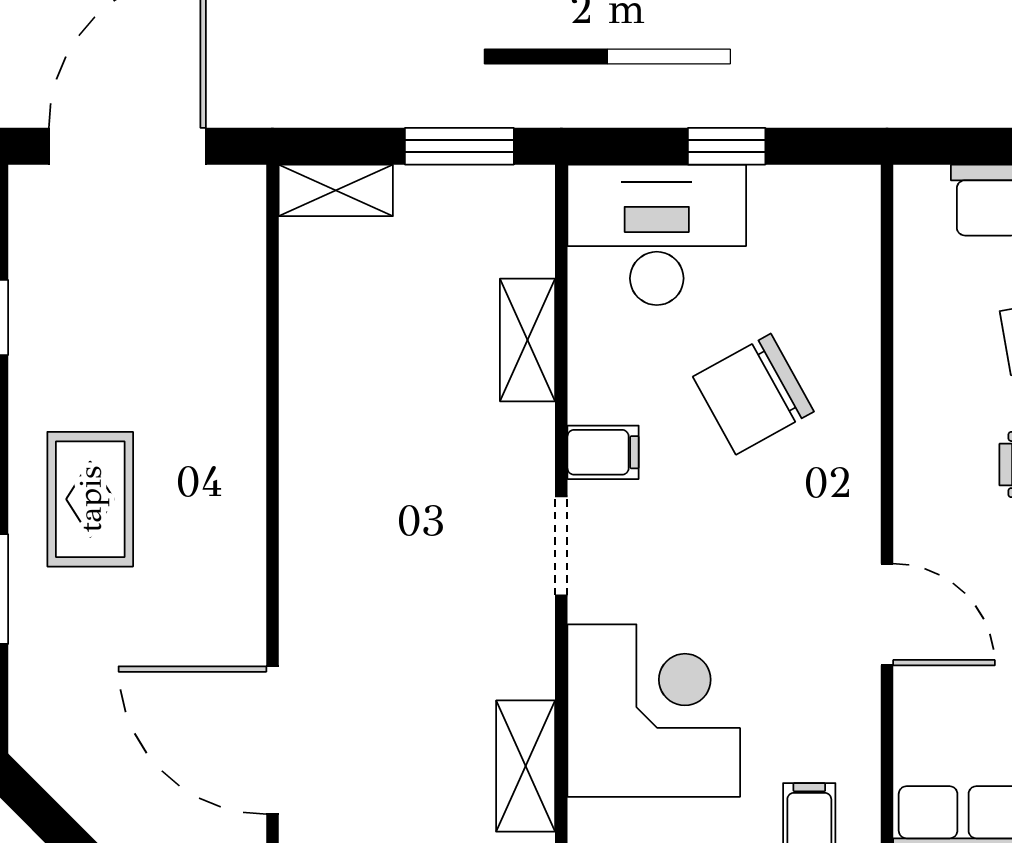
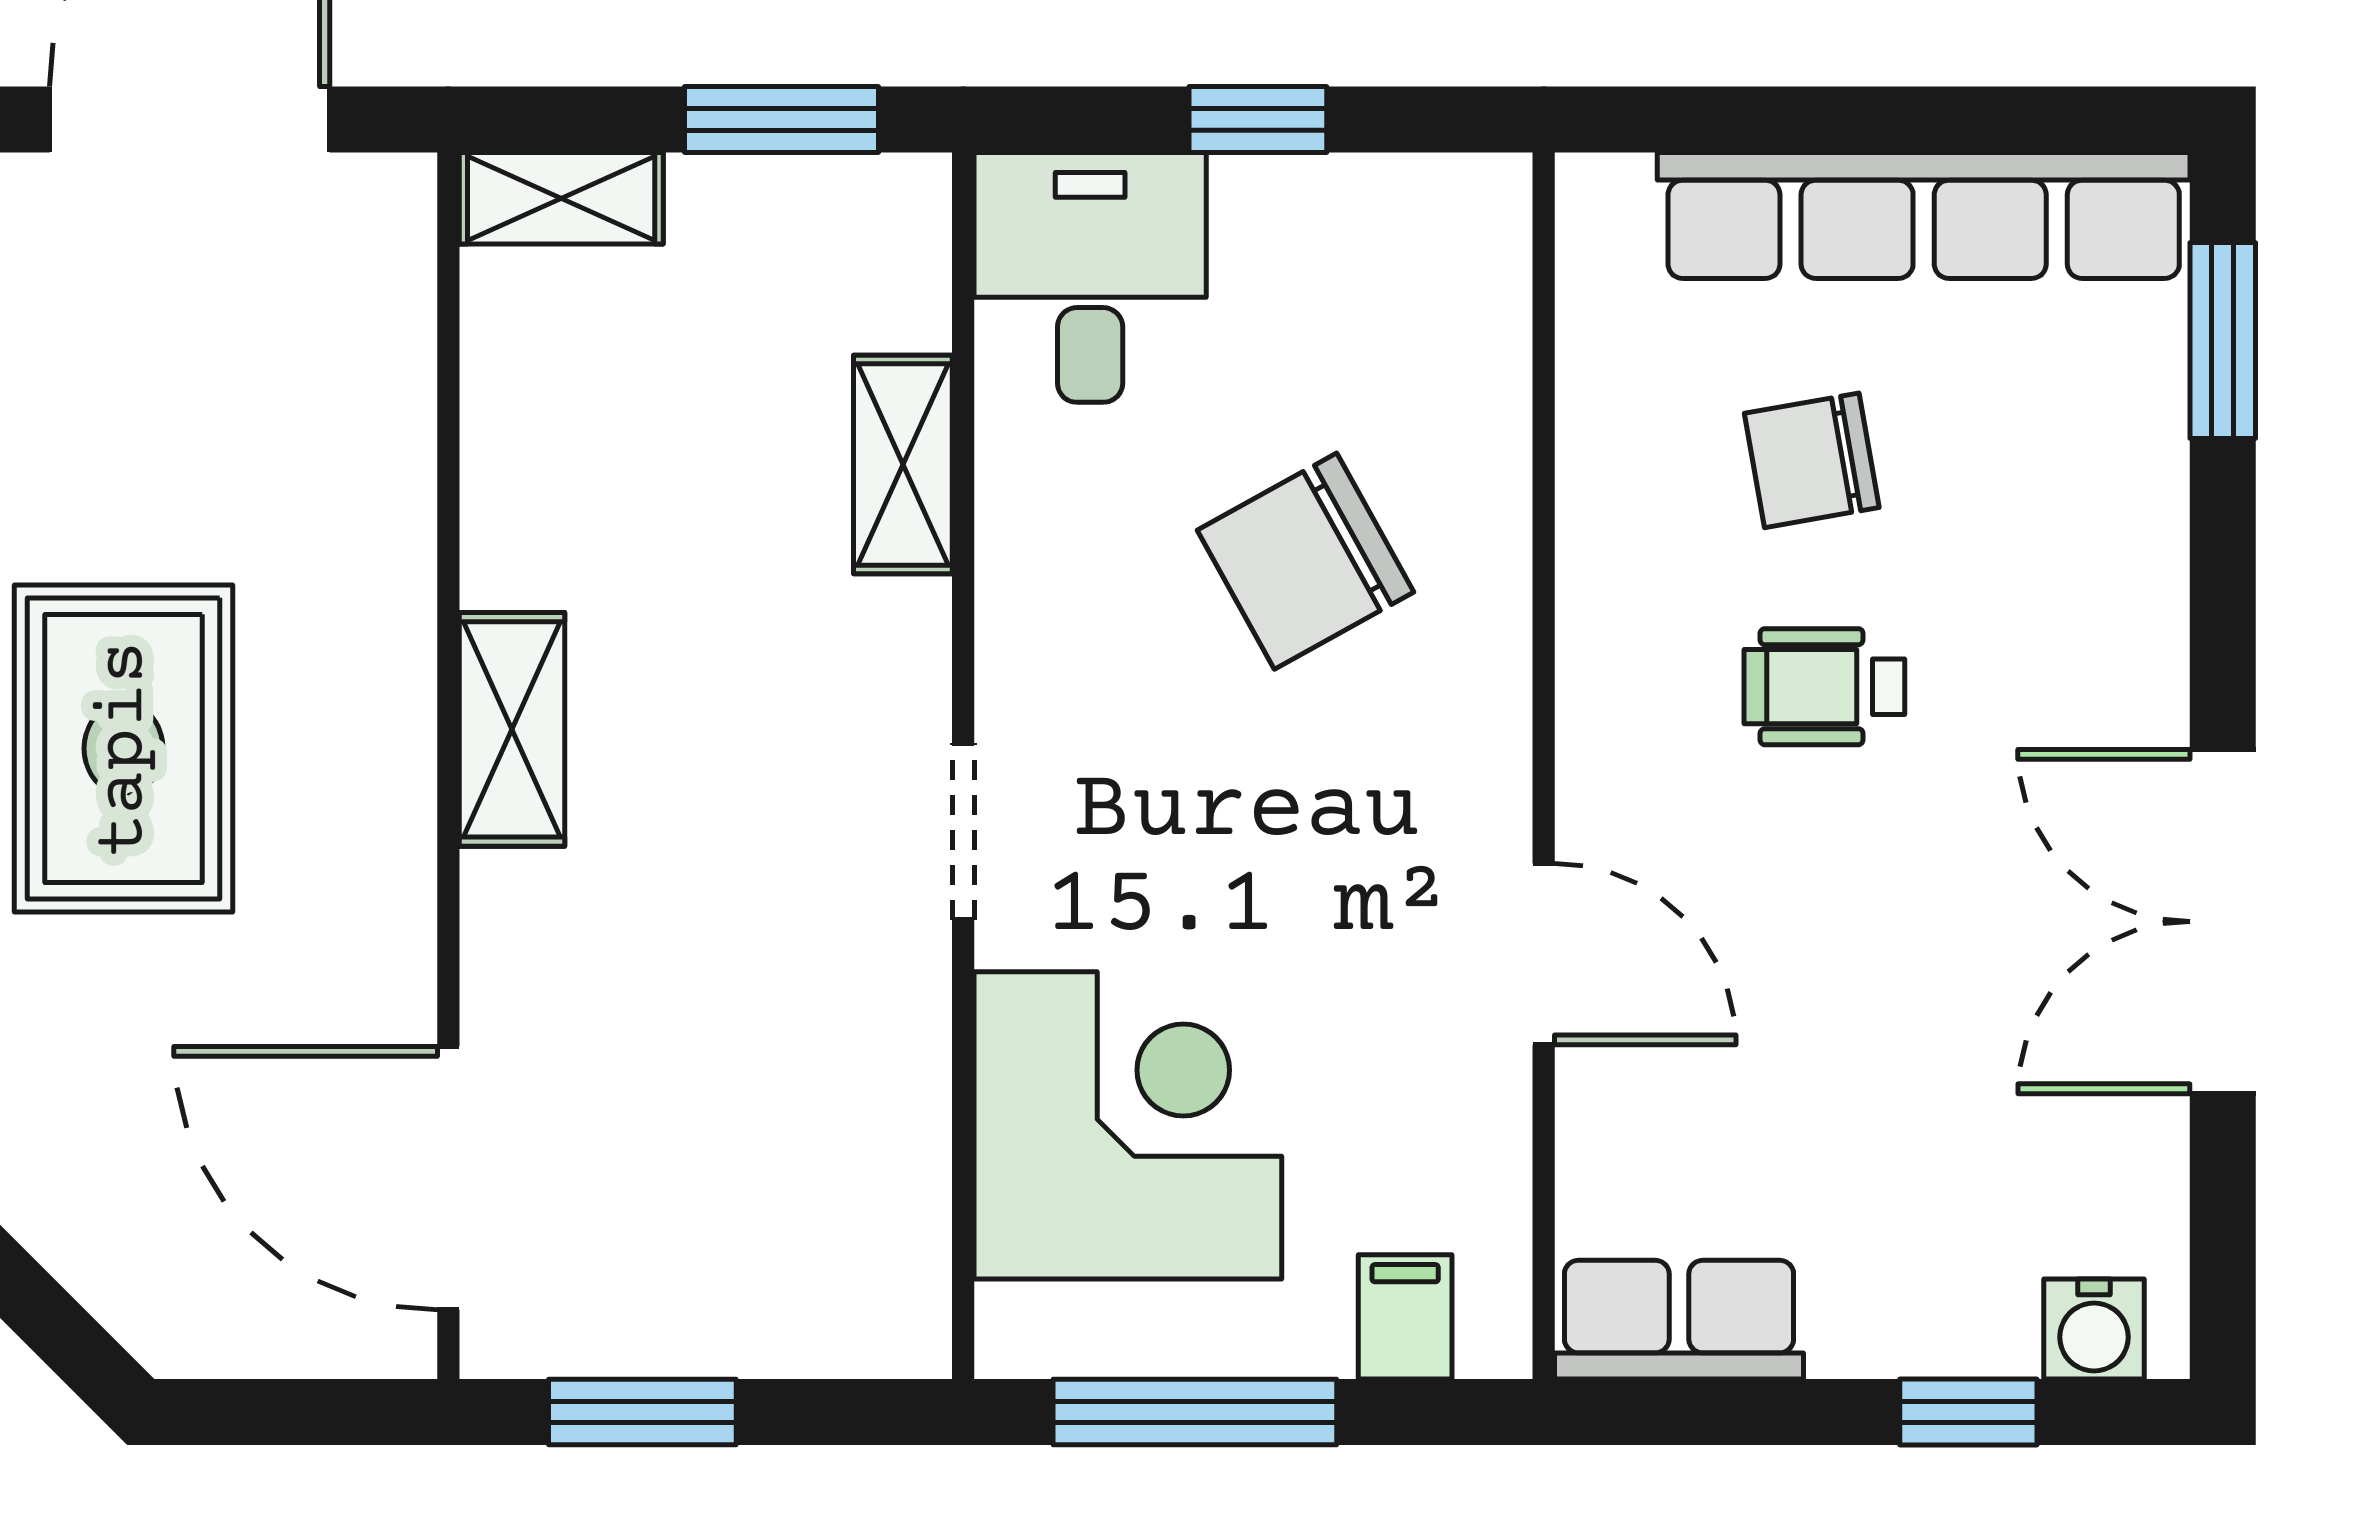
desk: (657, 235) -> (1090, 277), width x0.73
filing cabinet: (603, 452) -> (1038, 665), removed
rug: (90, 499) -> (124, 749), width x1.36, depth x1.43
shelving: (526, 766) -> (512, 729), moved

